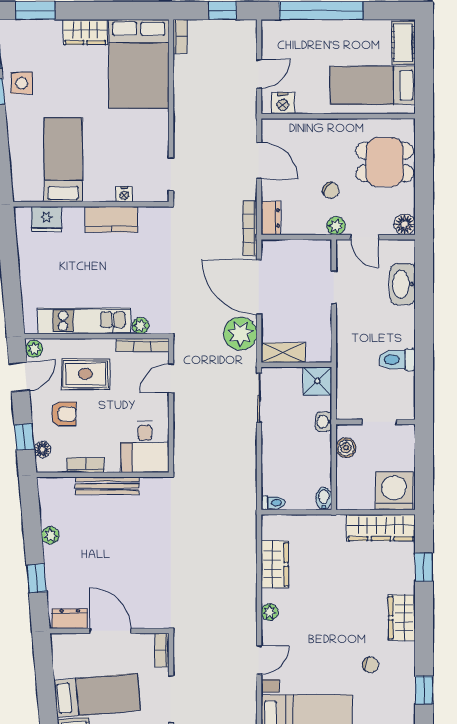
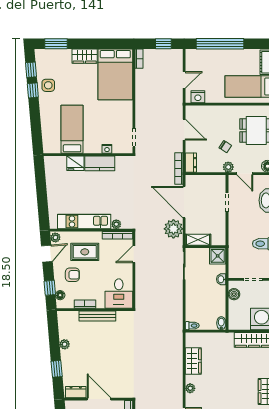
fridge: (46, 219) -> (75, 163), moved

